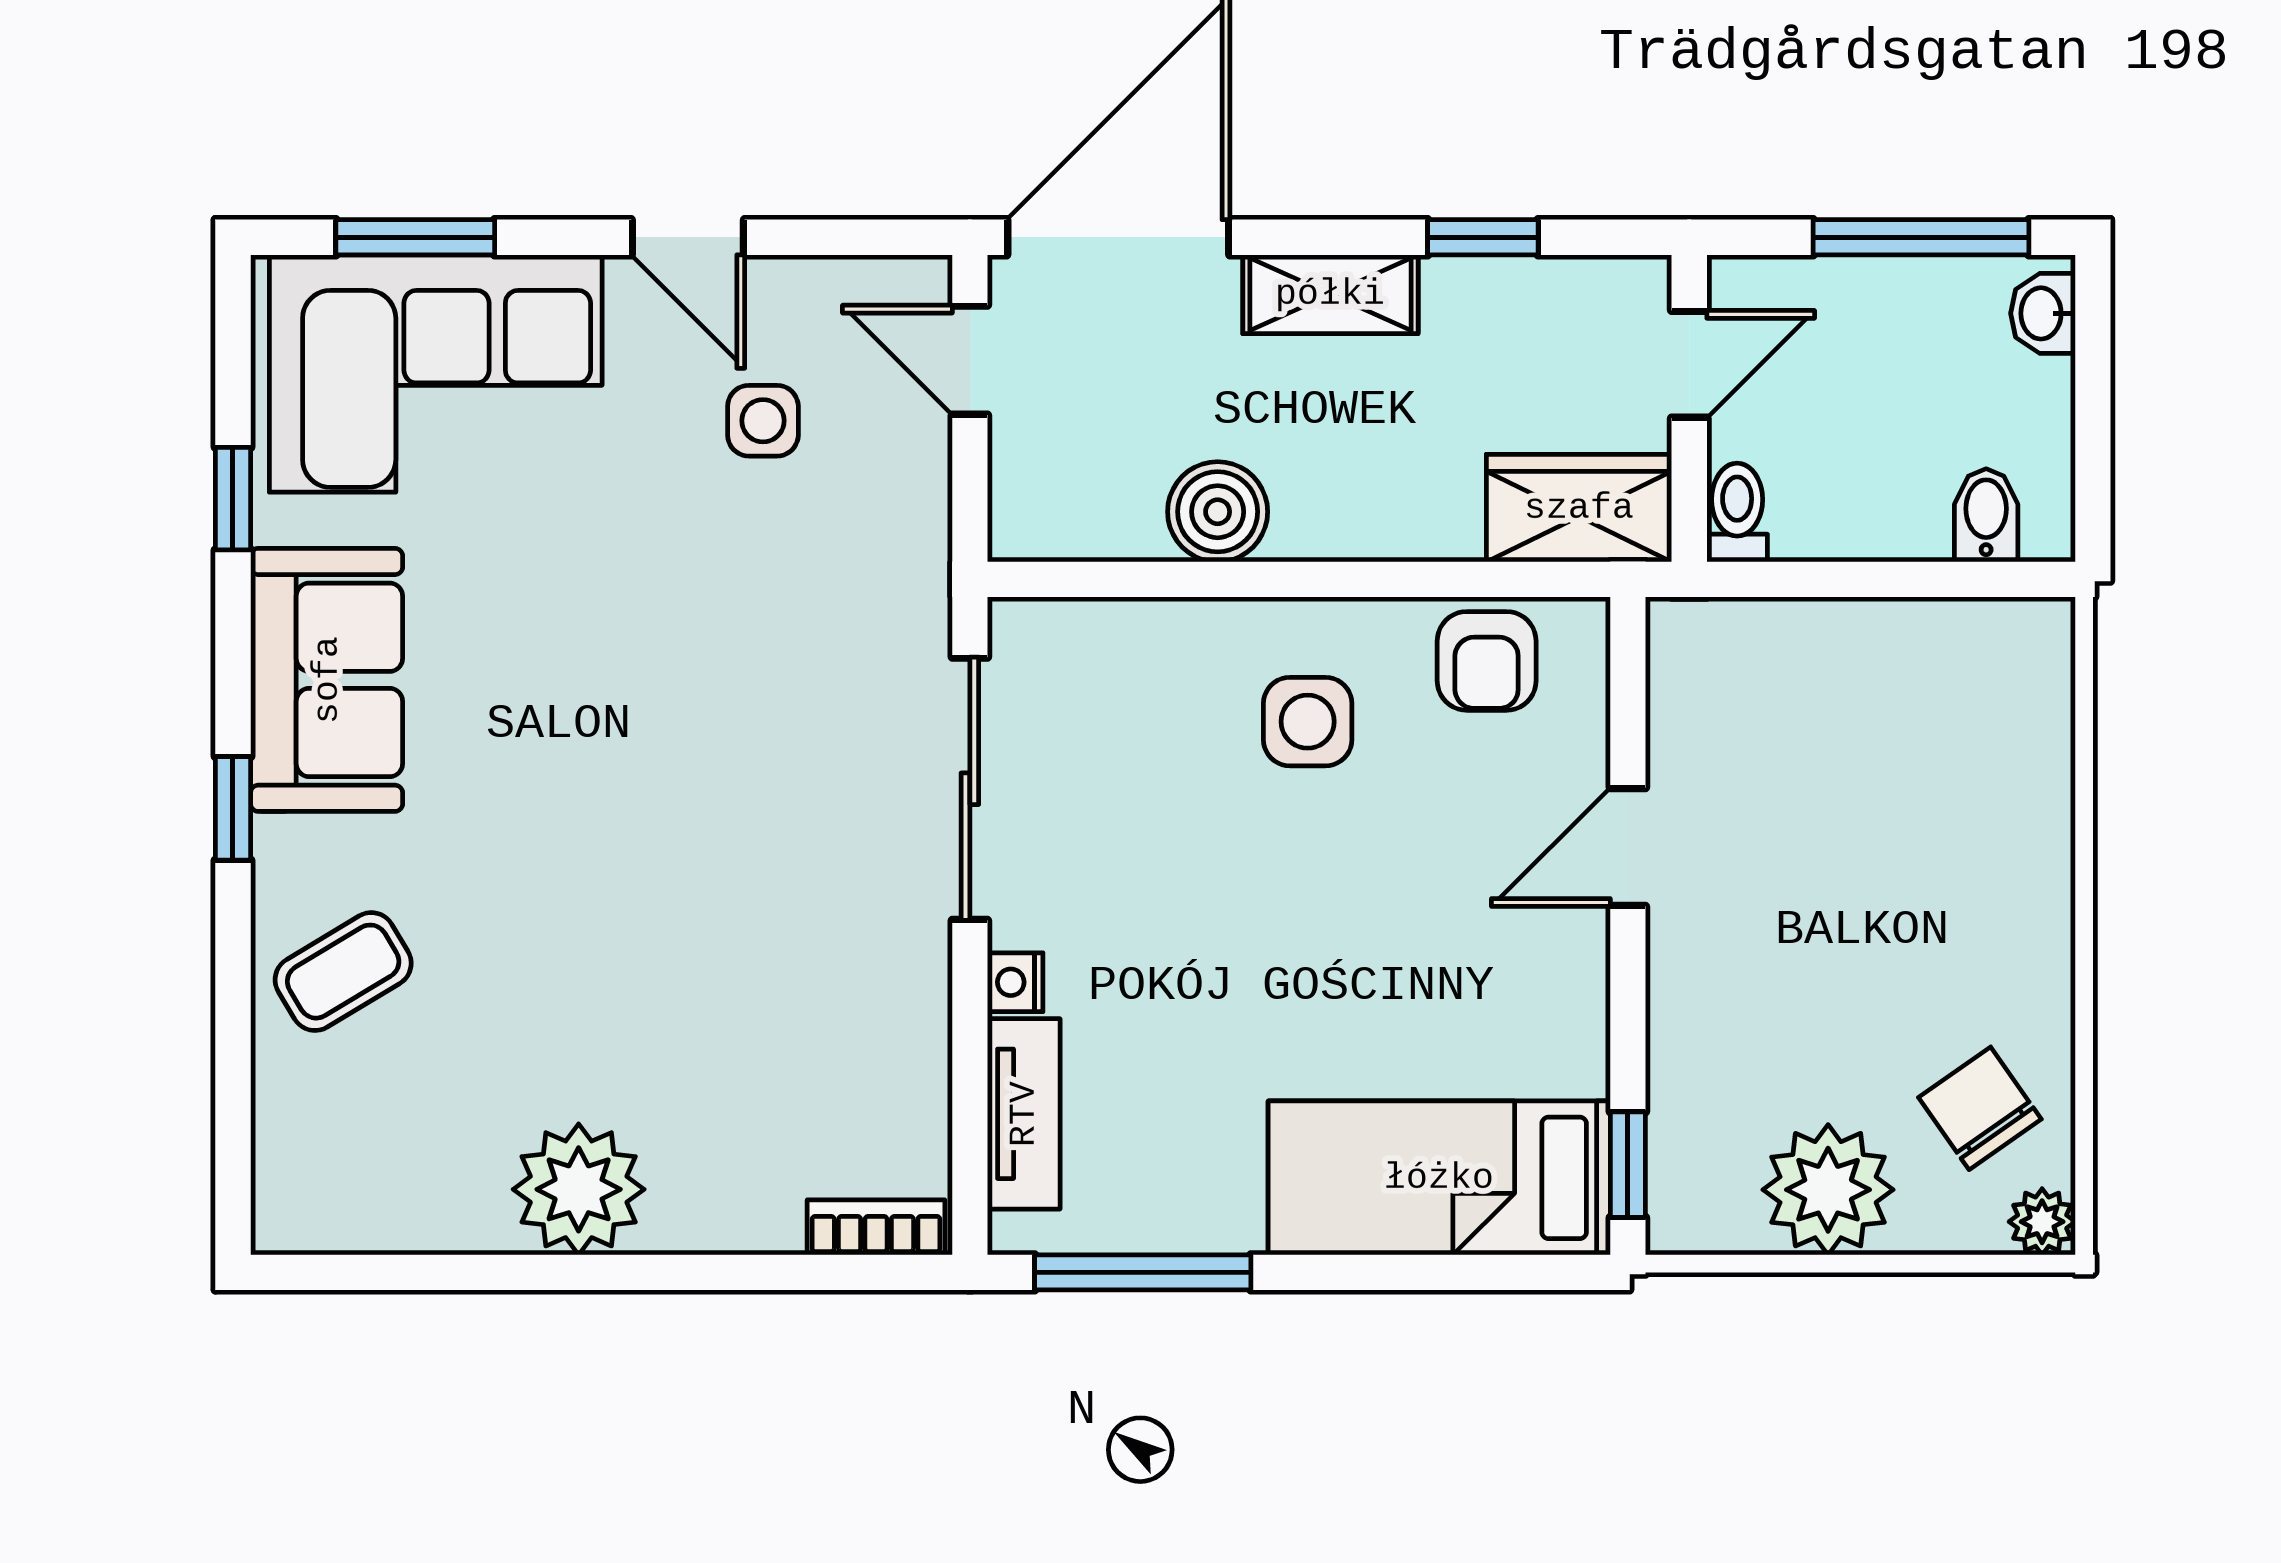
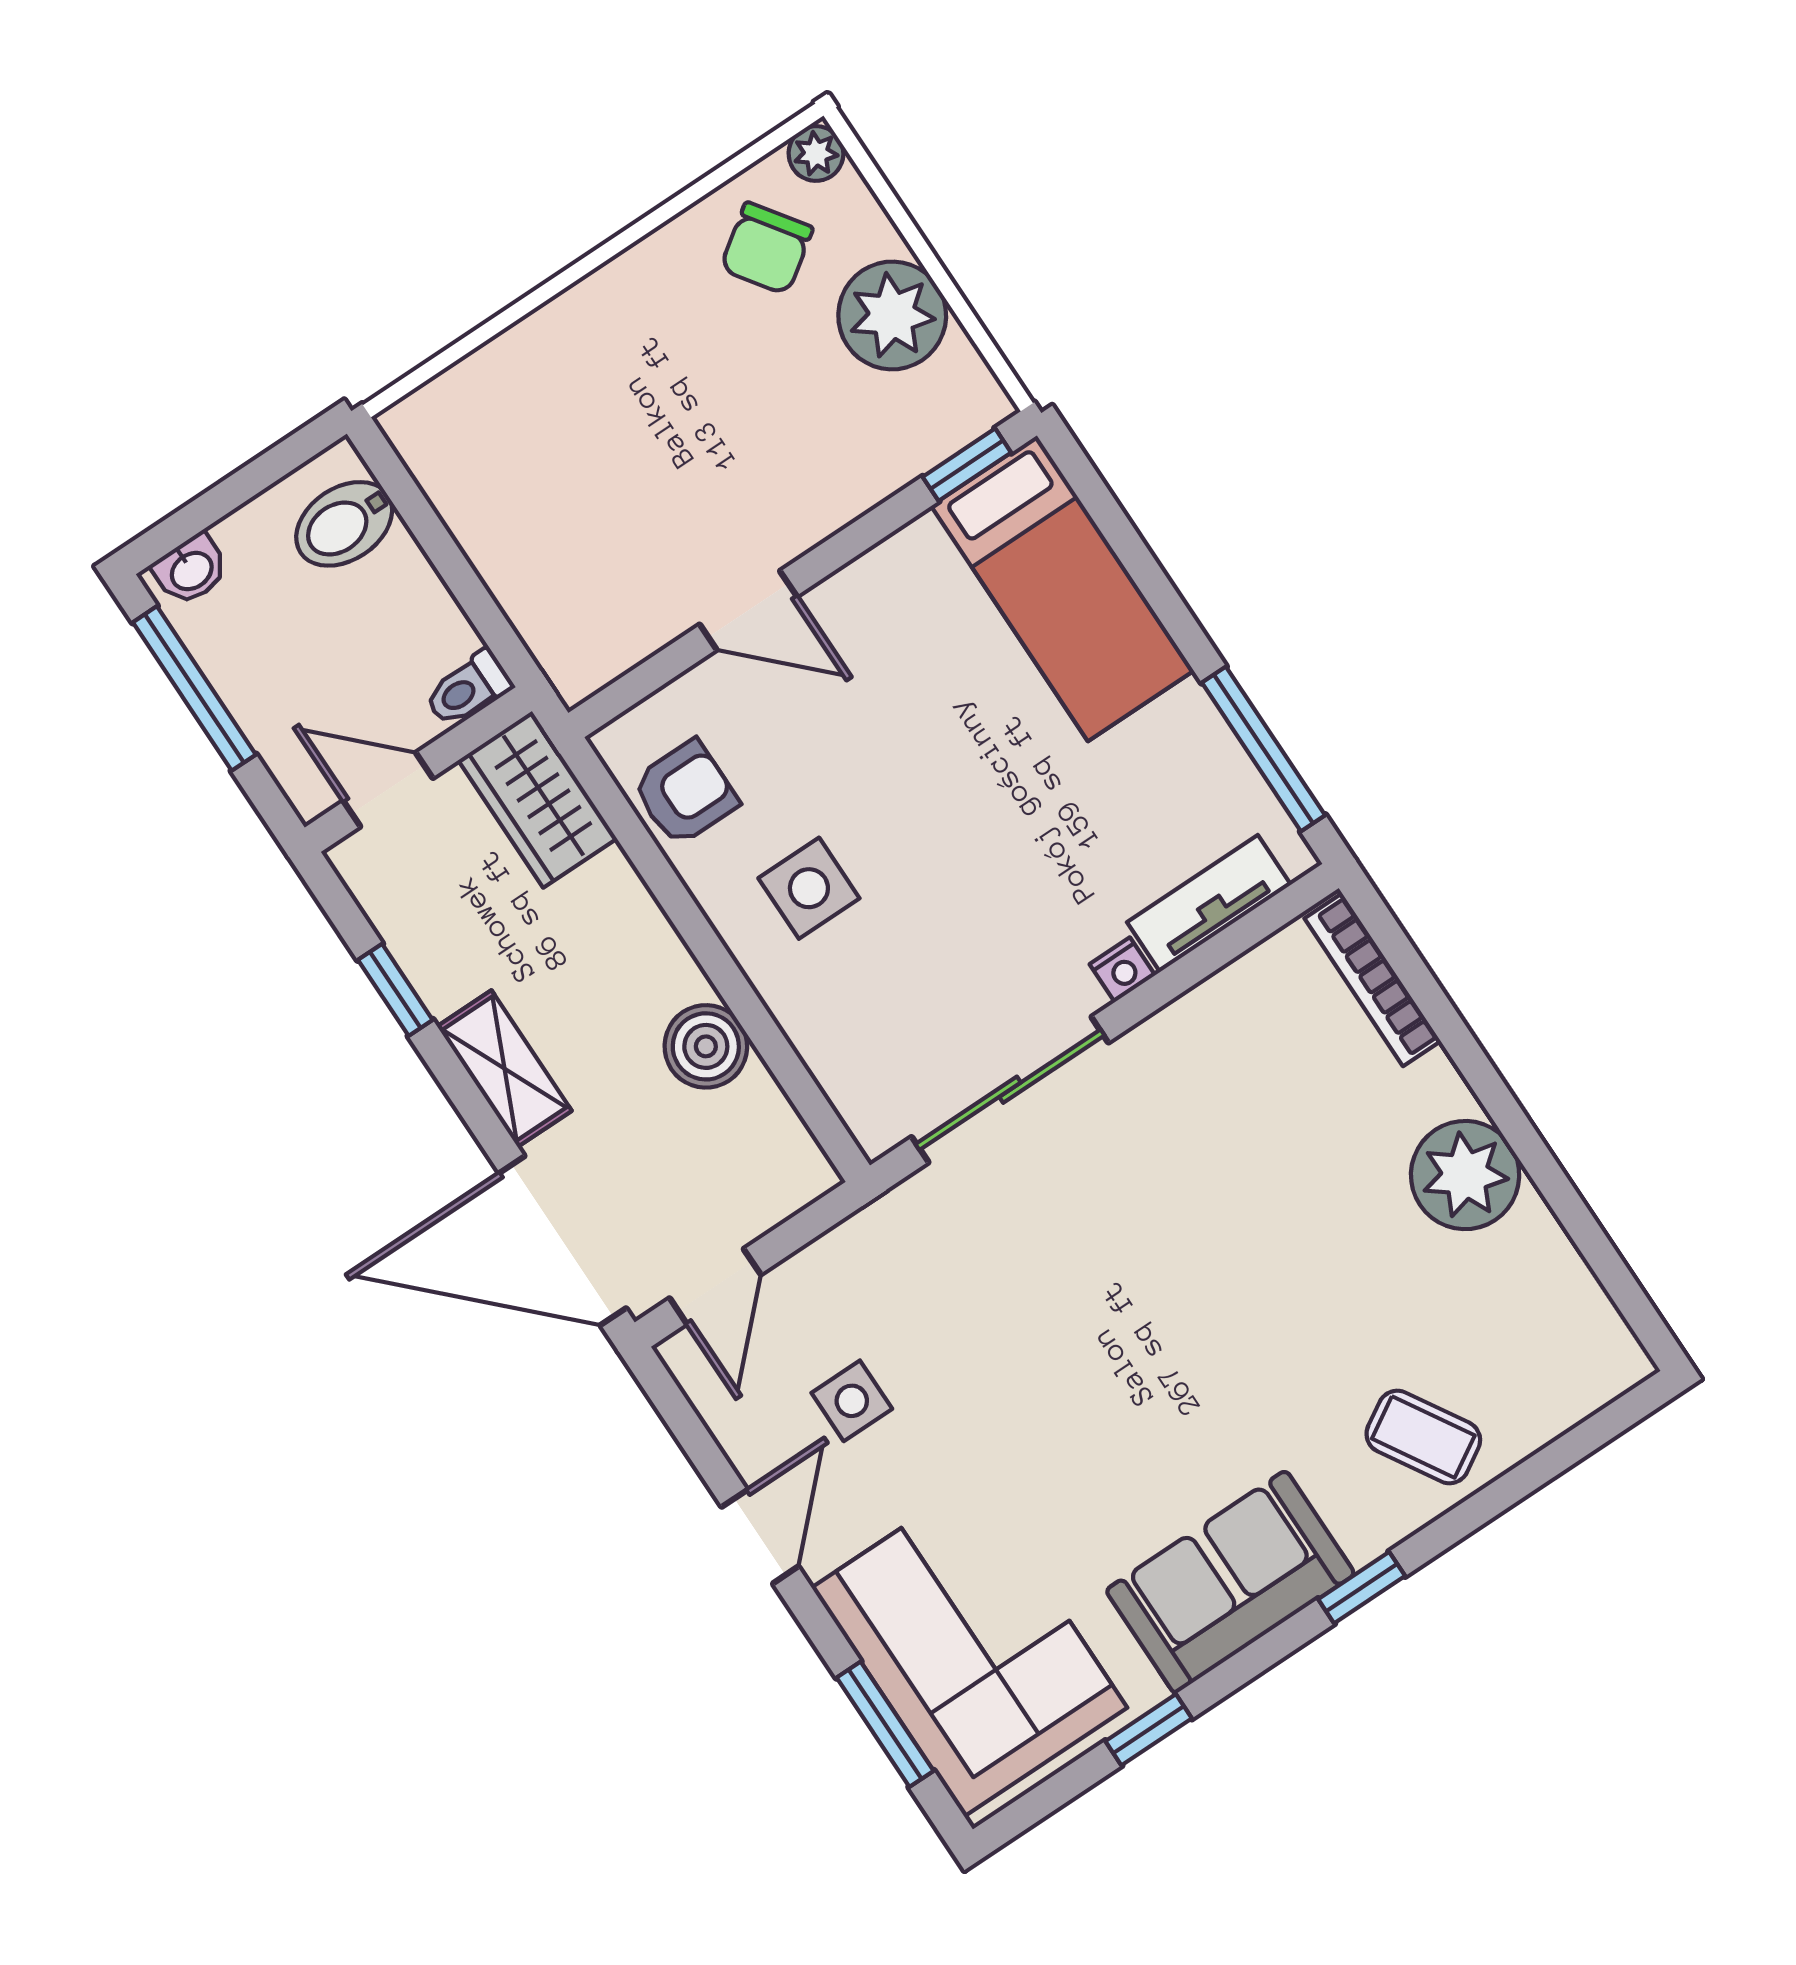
bidet: (1986, 515) -> (344, 524), width x1.38, depth x1.36
bookcase: (876, 1227) -> (1373, 980), width x1.56

